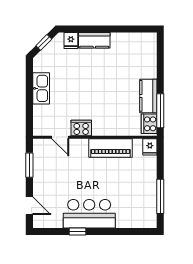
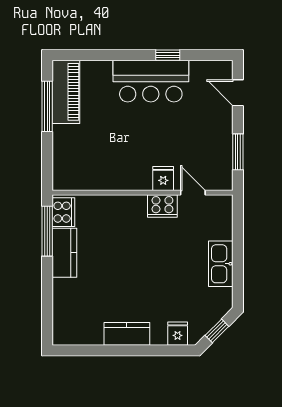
kitchen counter: (94, 40) -> (127, 334), moved
fridge: (150, 147) -> (163, 178), moved
piano: (111, 148) -> (66, 92), moved, turned 90

